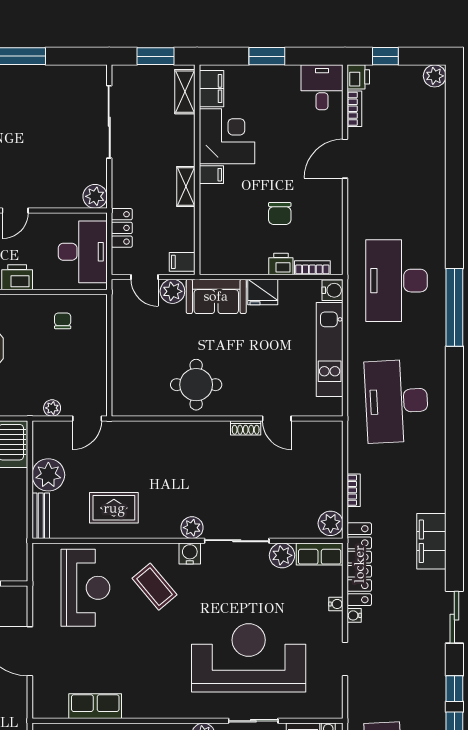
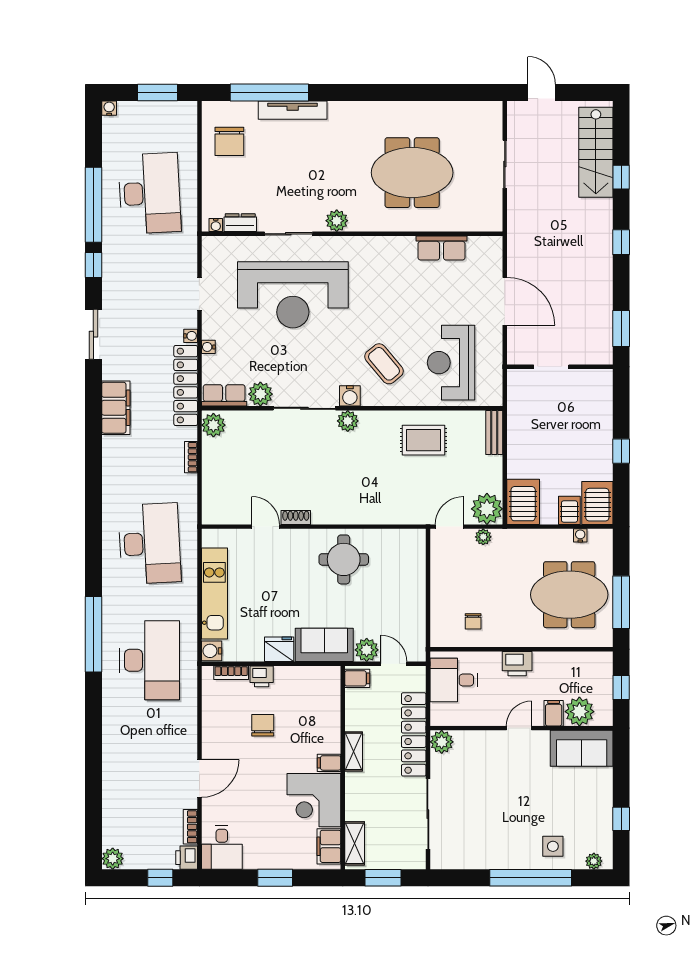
locker: (122, 228) -> (414, 734), width x2.16, depth x1.21
desk: (83, 252) -> (454, 680), width x0.73
plant: (48, 475) -> (487, 509), moved

